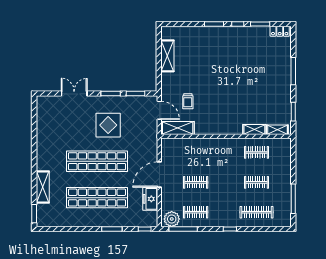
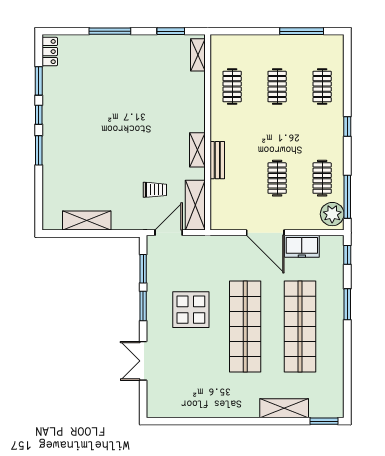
shelving: (254, 129) -> (197, 150), moved
bench: (208, 143) -> (217, 160), added
clothes rail: (256, 212) -> (322, 86), width x0.73

